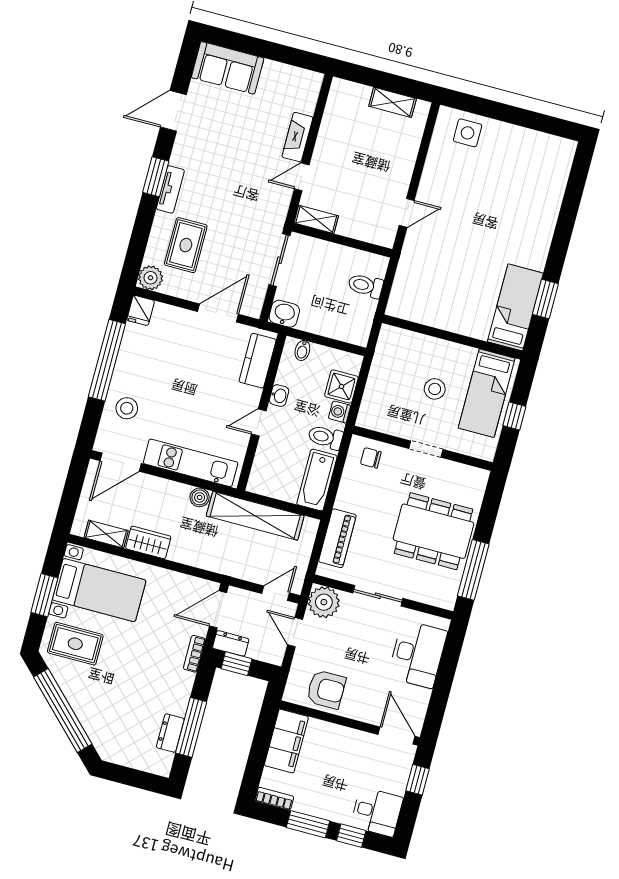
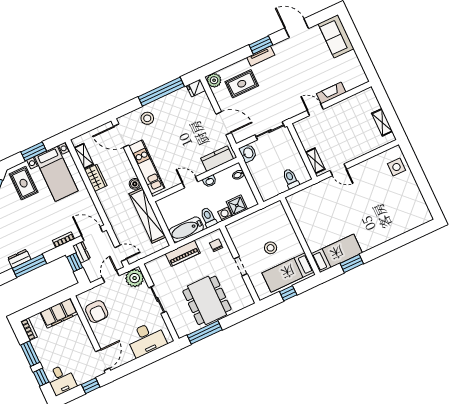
shelving: (316, 219) -> (315, 161), moved
piano: (337, 538) -> (183, 253), moved

